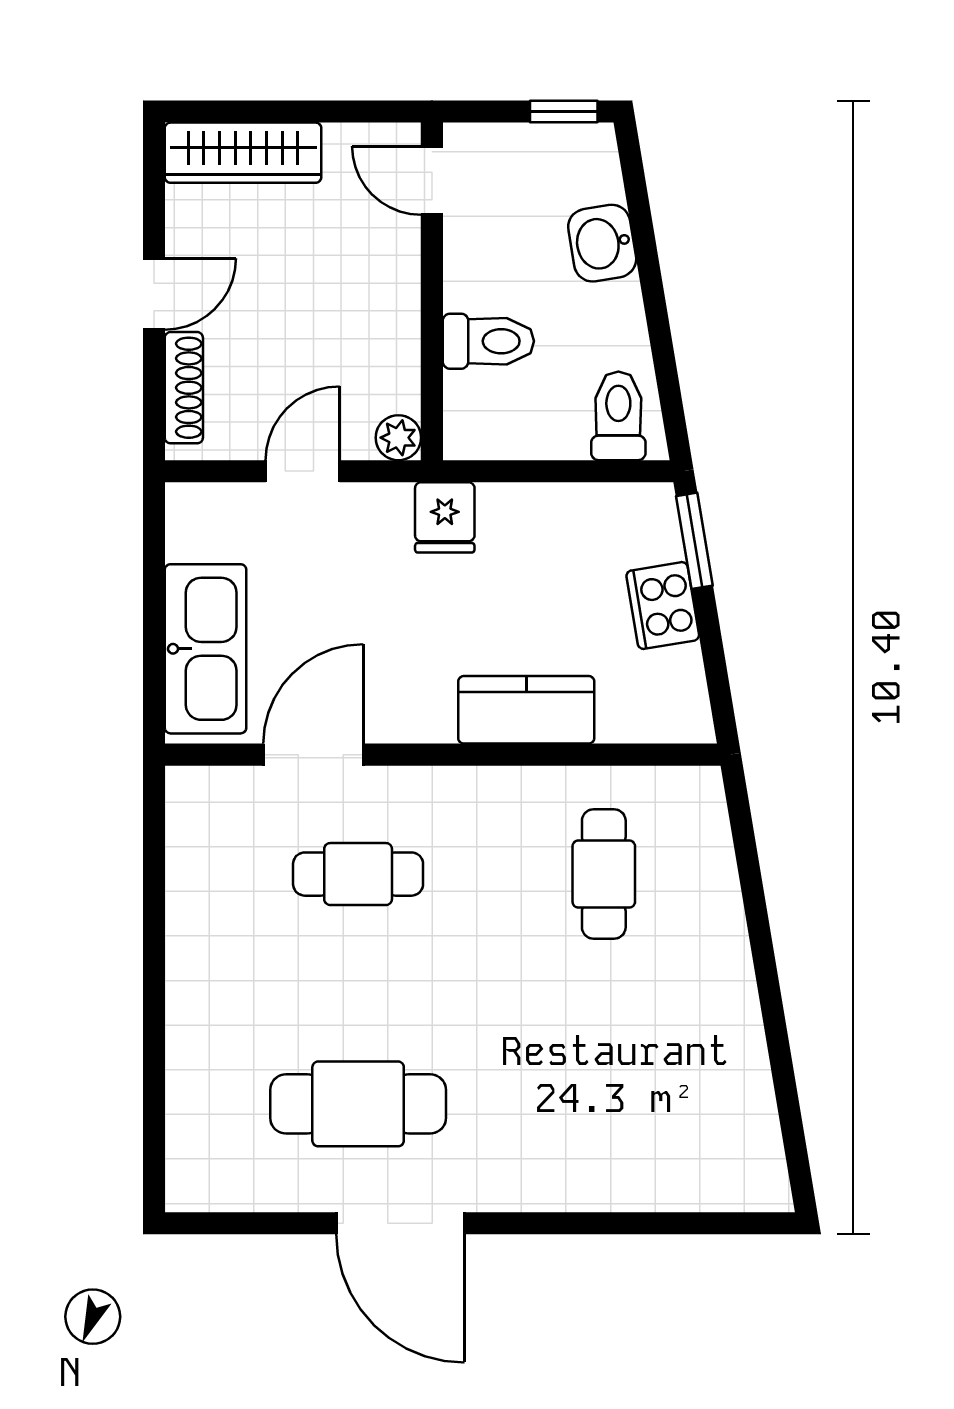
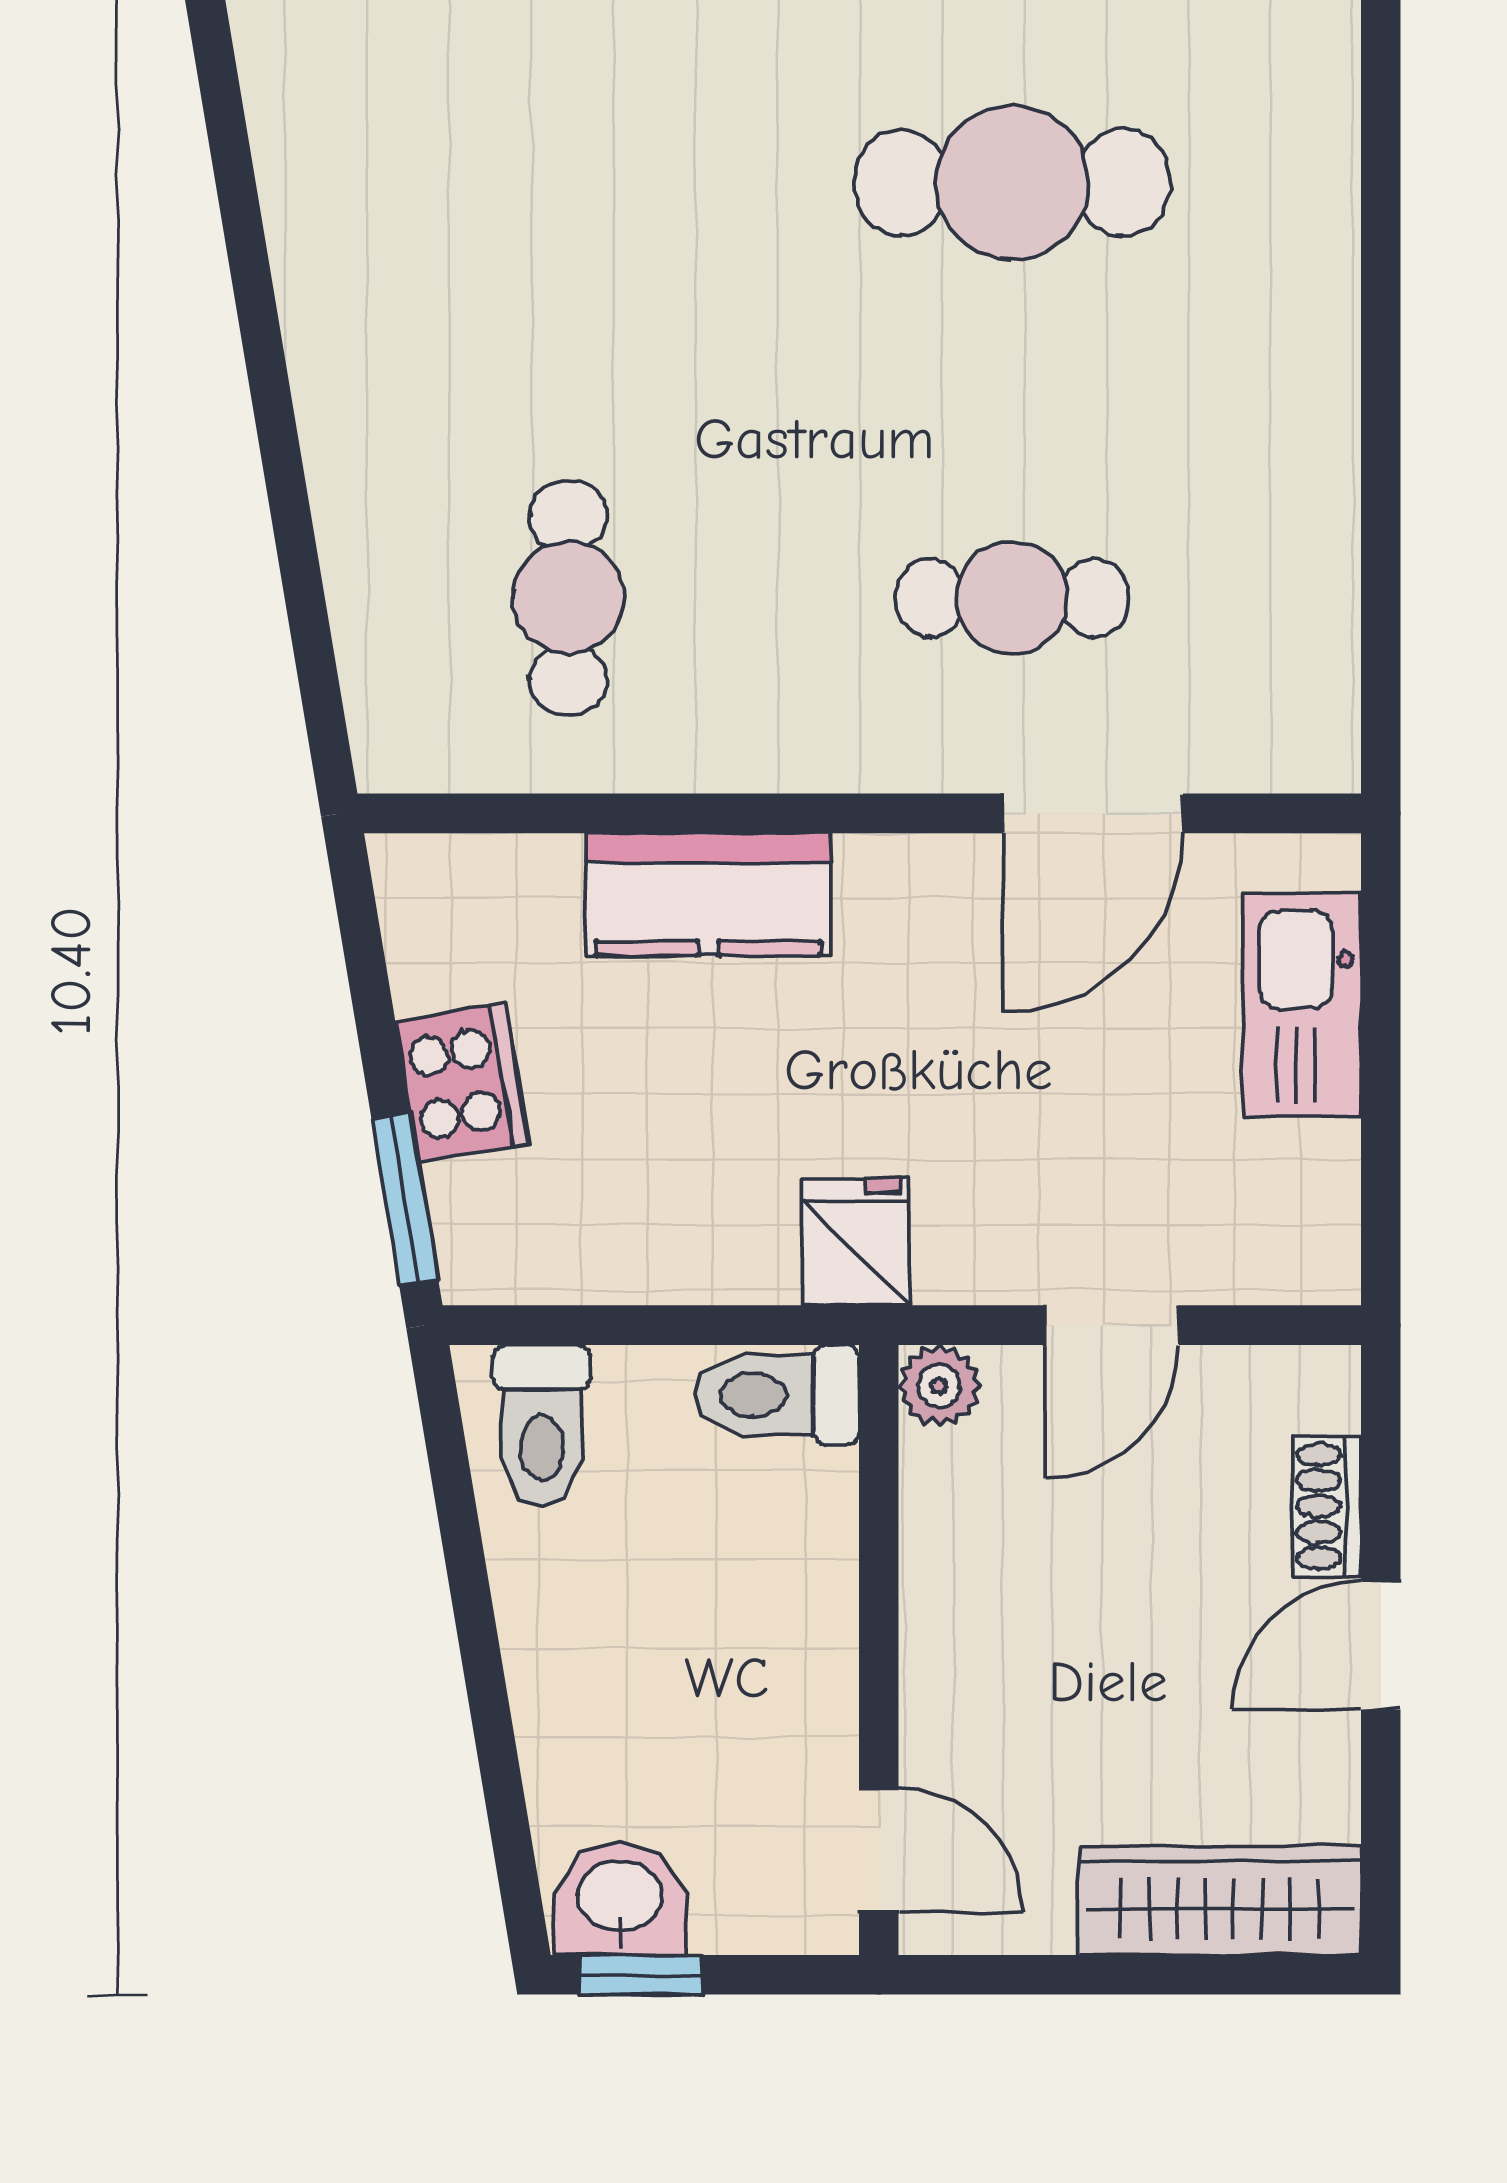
washbasin: (602, 243) -> (620, 1899), moved, turned -81
toilet: (488, 341) -> (777, 1395), moved
shoe rack: (184, 388) -> (1327, 1506), width x0.70
kitchen sink: (206, 649) -> (1302, 1004), width x0.73, depth x0.81

